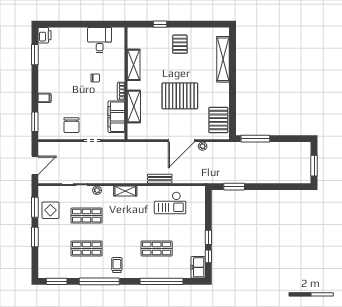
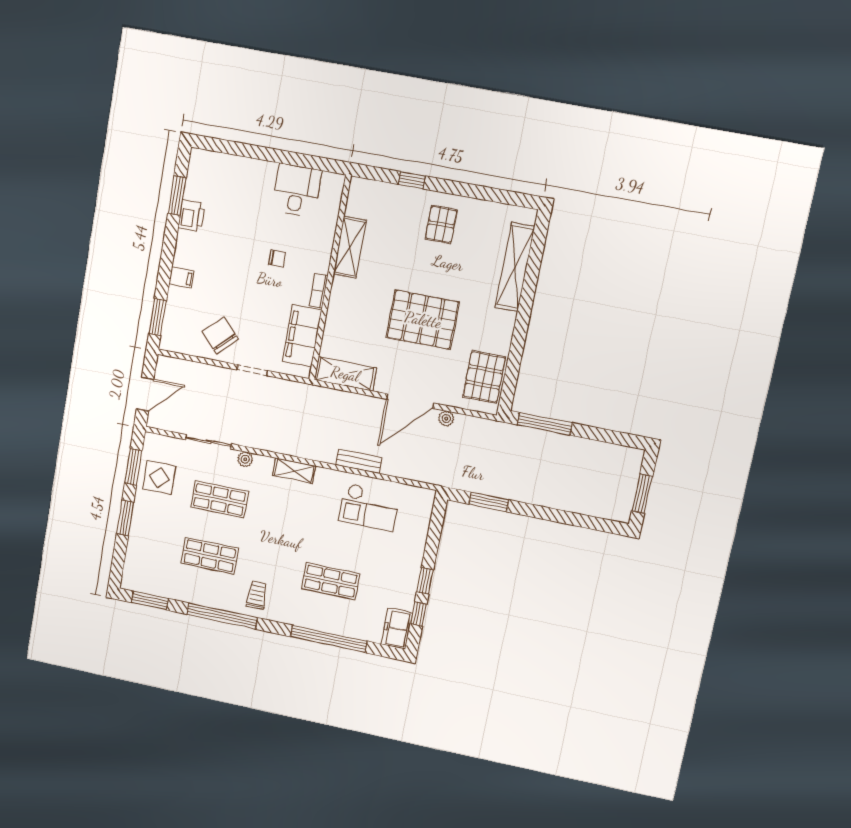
printer: (45, 35) -> (191, 216), moved
shelving: (134, 106) -> (345, 374), moved, turned 90
chair: (71, 125) -> (220, 335), turned 136

